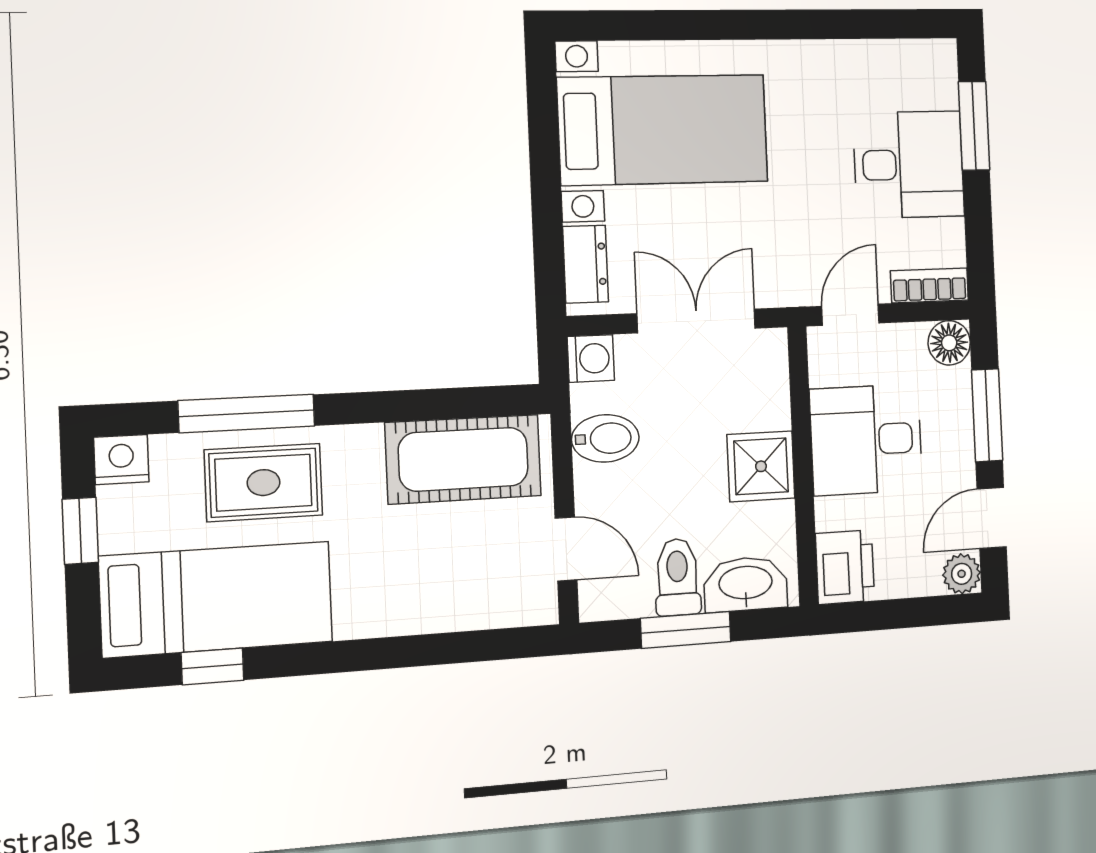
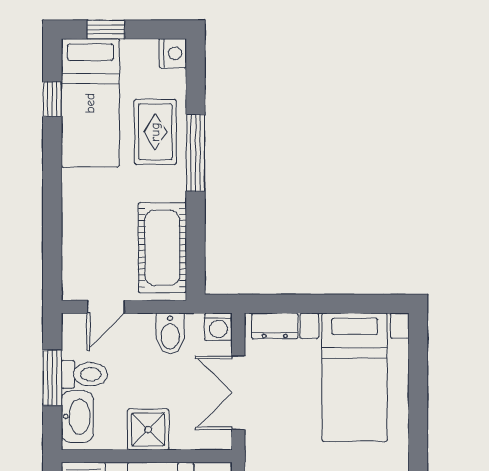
double door: (696, 321) -> (238, 393), swing flipped
window: (247, 413) -> (196, 153), moved
window: (80, 531) -> (106, 29), moved

